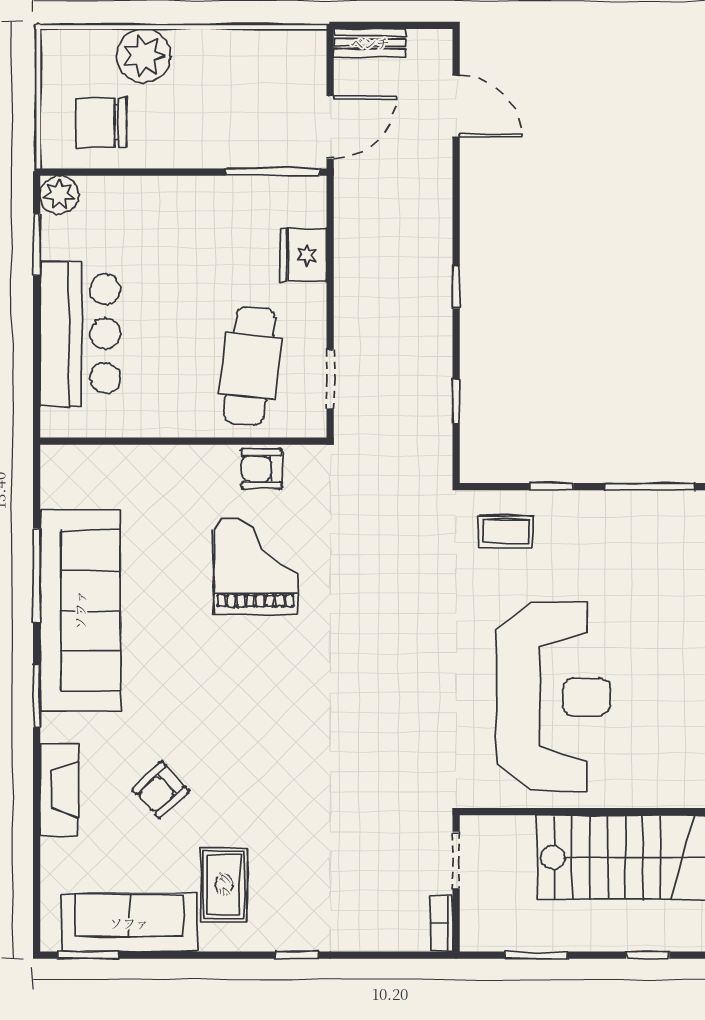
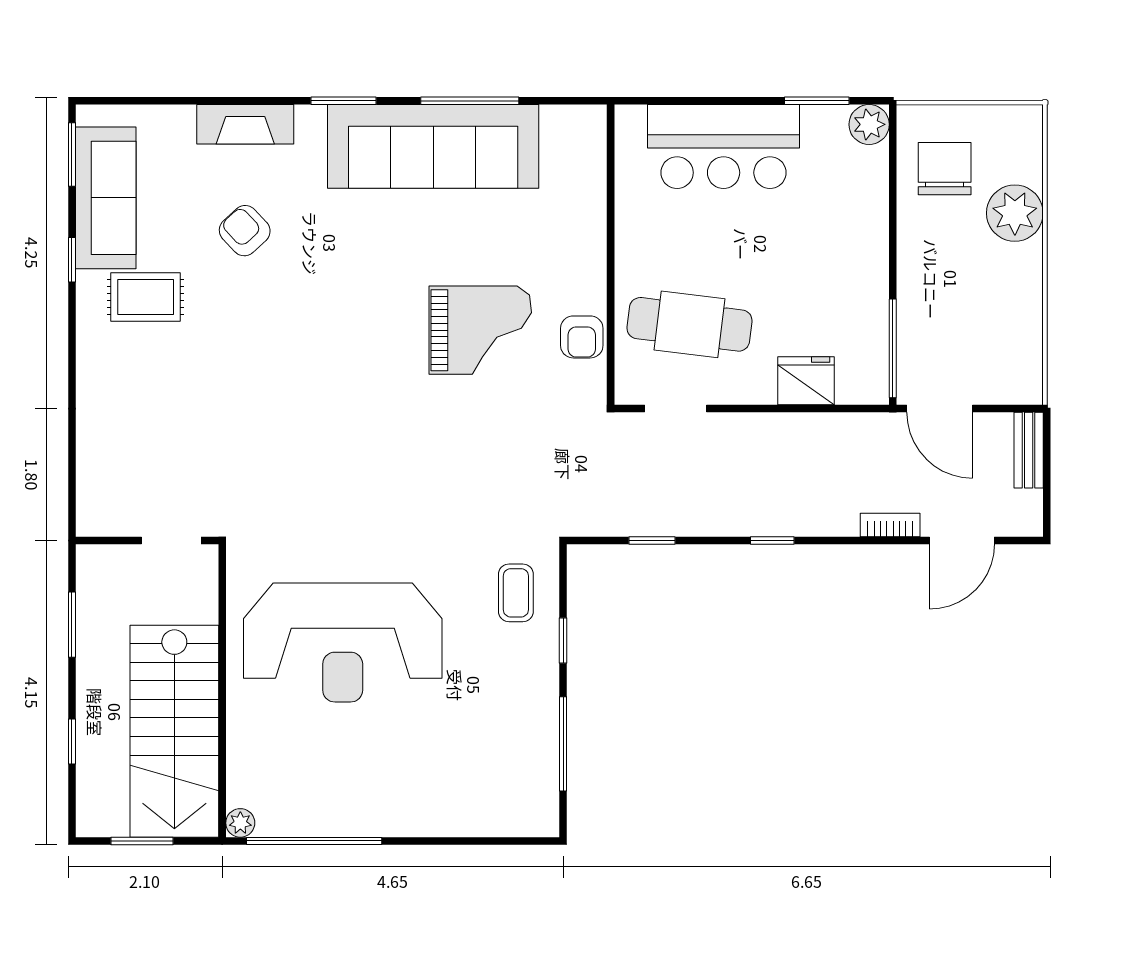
armchair: (262, 469) -> (582, 337), turned 180
bookcase: (441, 923) -> (890, 525), moved
window: (297, 955) -> (72, 260), moved

